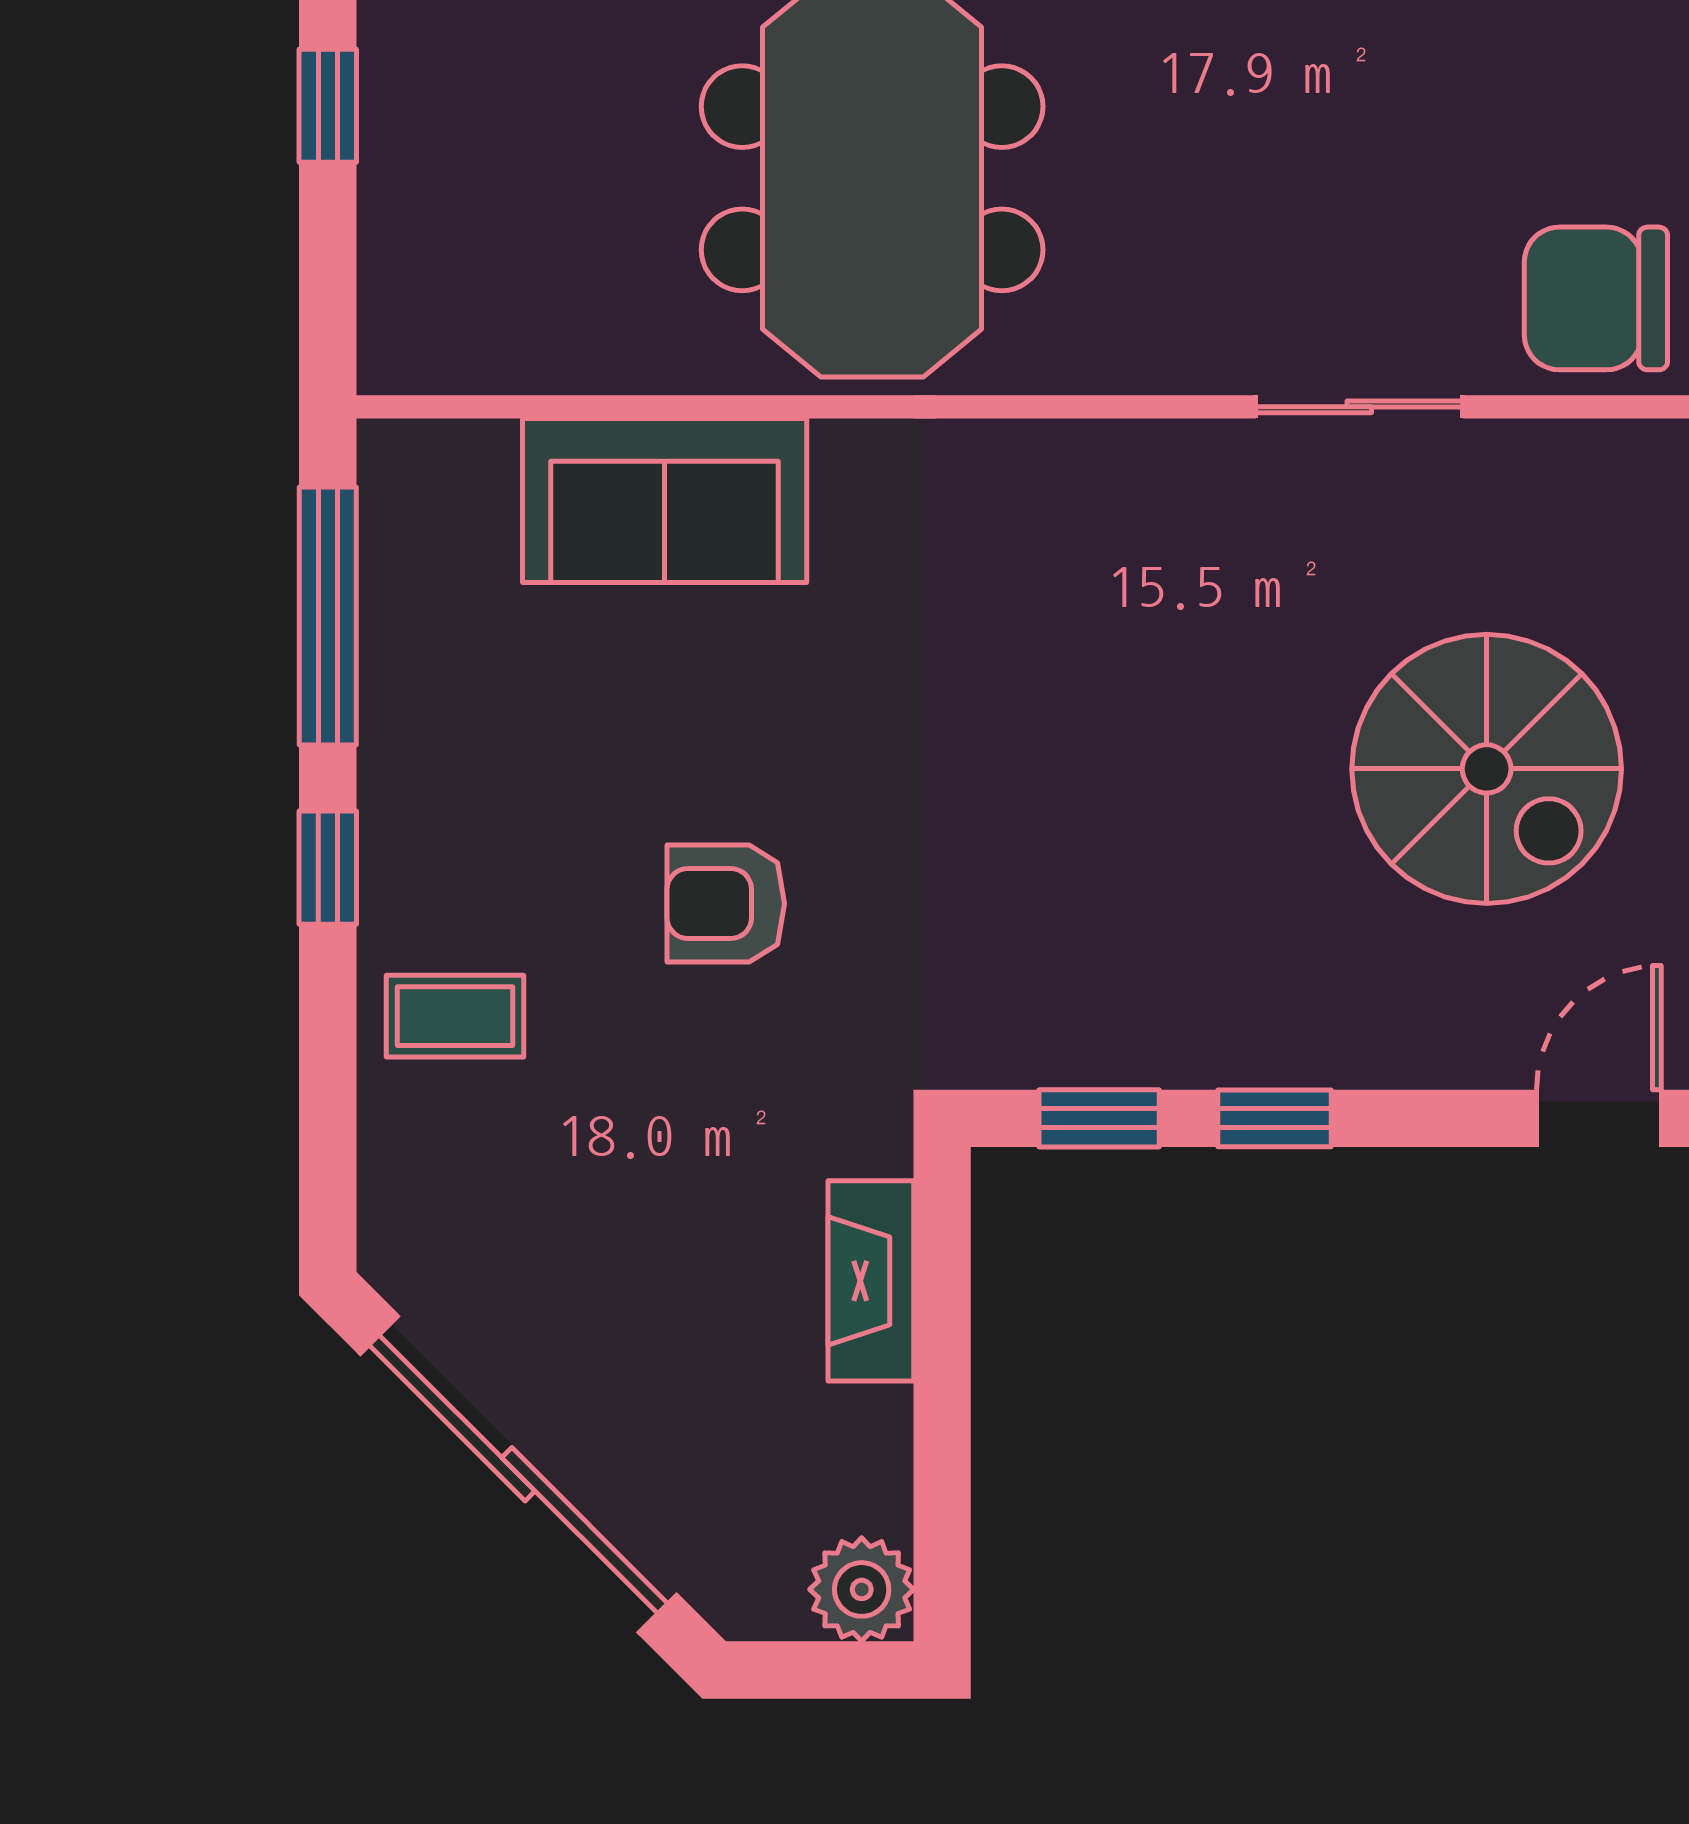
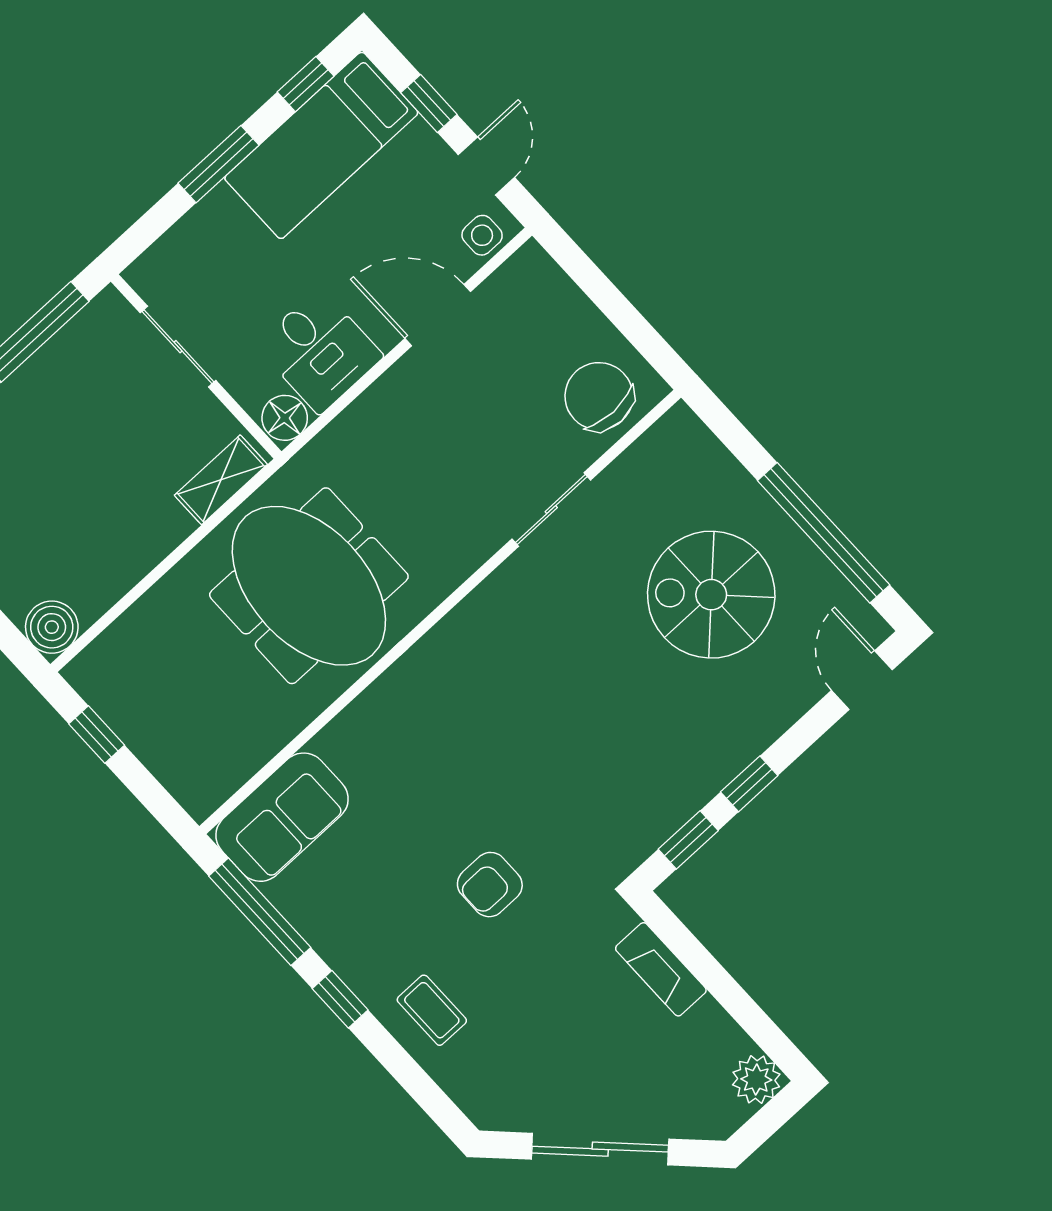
chair: (1596, 298) -> (599, 396), turned 90
sofa: (665, 500) -> (282, 817), moved
spiral stairs: (1487, 769) -> (711, 595), turned 180
coffee table: (455, 1016) -> (432, 1010), turned 90
sliding door: (518, 1474) -> (600, 1149), width x0.73

